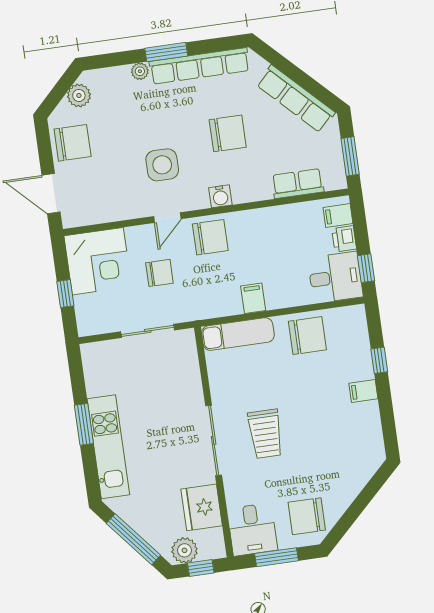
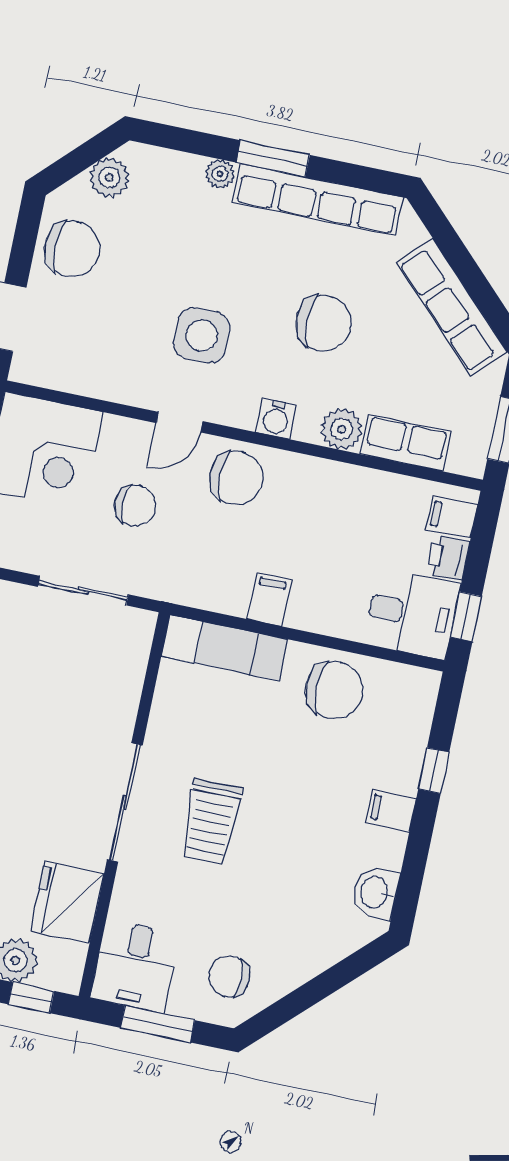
plant: (259, 189) -> (342, 429), added
washbasin: (371, 440) -> (375, 892), added
chair: (307, 516) -> (229, 976), width x0.73, depth x0.73

